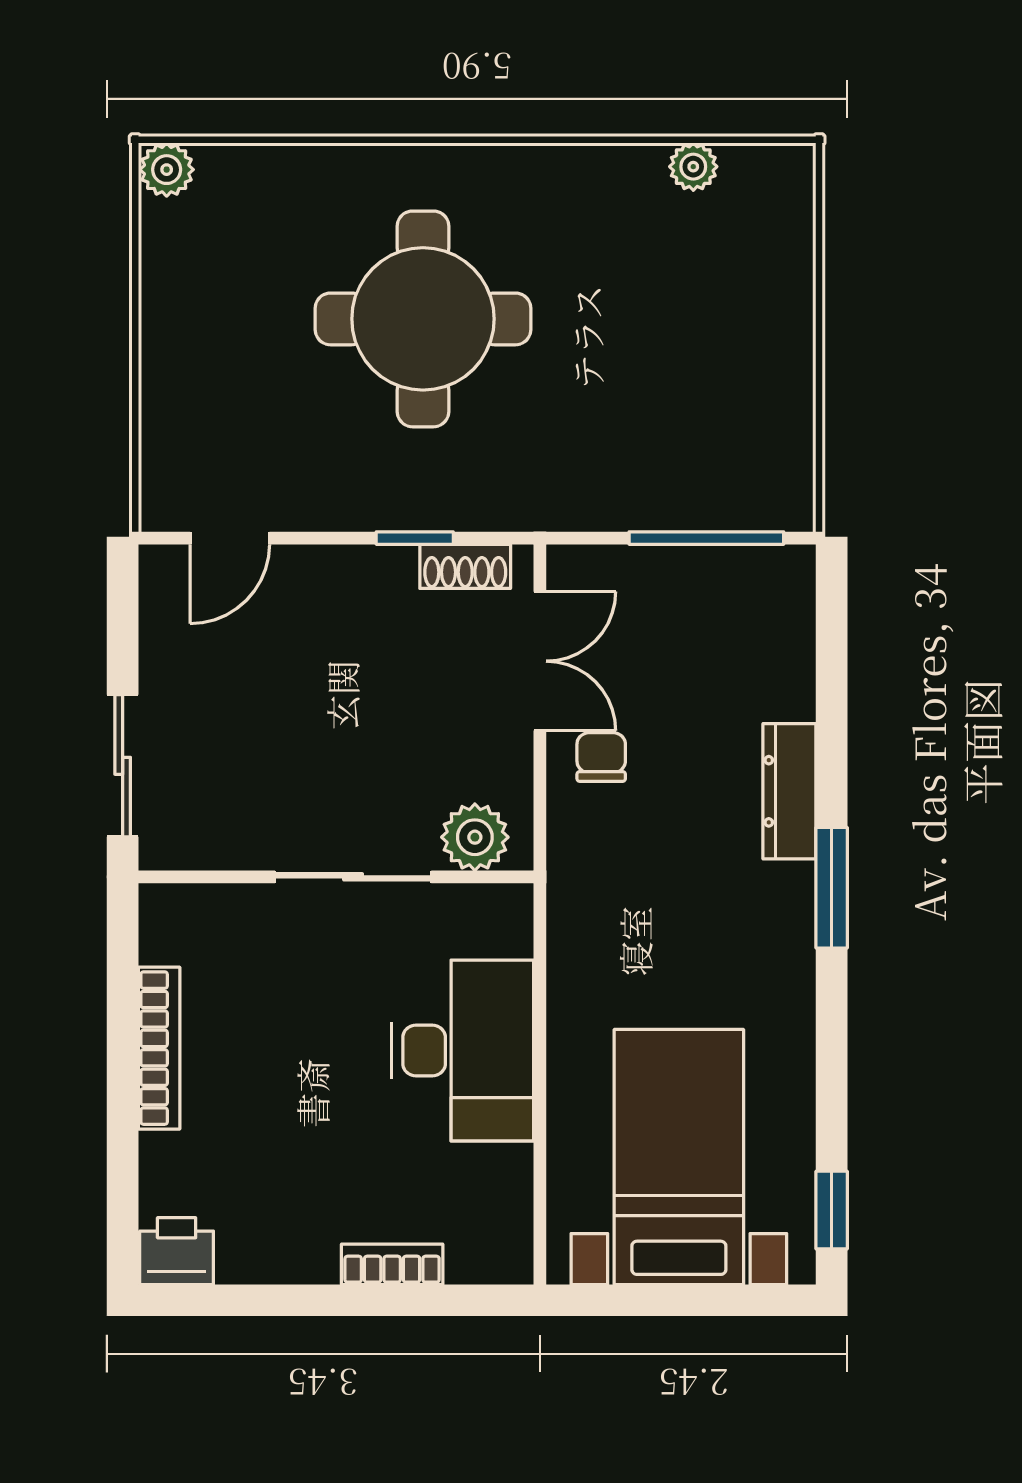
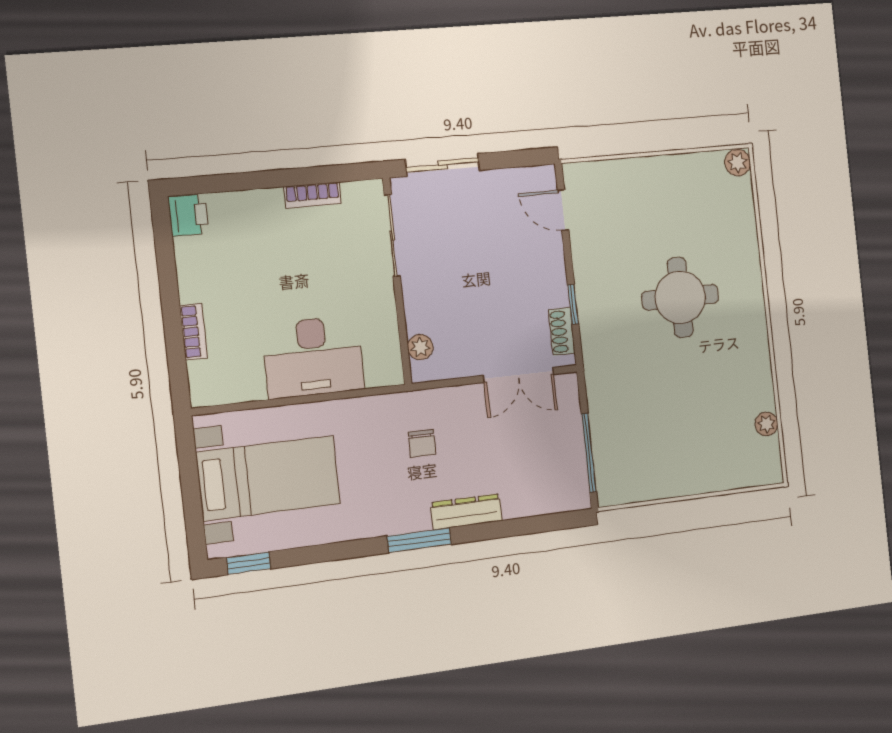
round table: (423, 319) -> (680, 297), width x0.73, depth x0.73
chair: (601, 757) -> (422, 443), moved, turned 90
plant: (475, 837) -> (420, 347), width x0.73, depth x0.73
sliding door: (353, 877) -> (392, 235), moved
bookcase: (159, 1048) -> (313, 195), width x0.64

